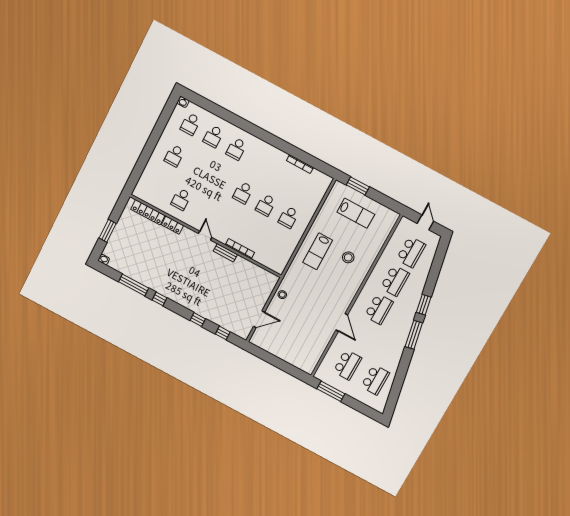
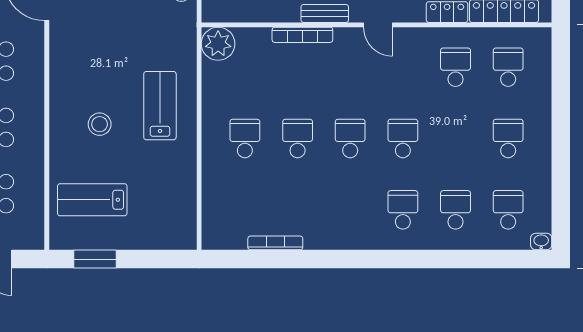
school desk: (220, 180) -> (403, 139), added
window: (358, 186) -> (95, 259), moved
school desk: (158, 187) -> (508, 67), added
lab bench: (356, 213) -> (92, 200), moved
plant: (278, 264) -> (218, 44), added

